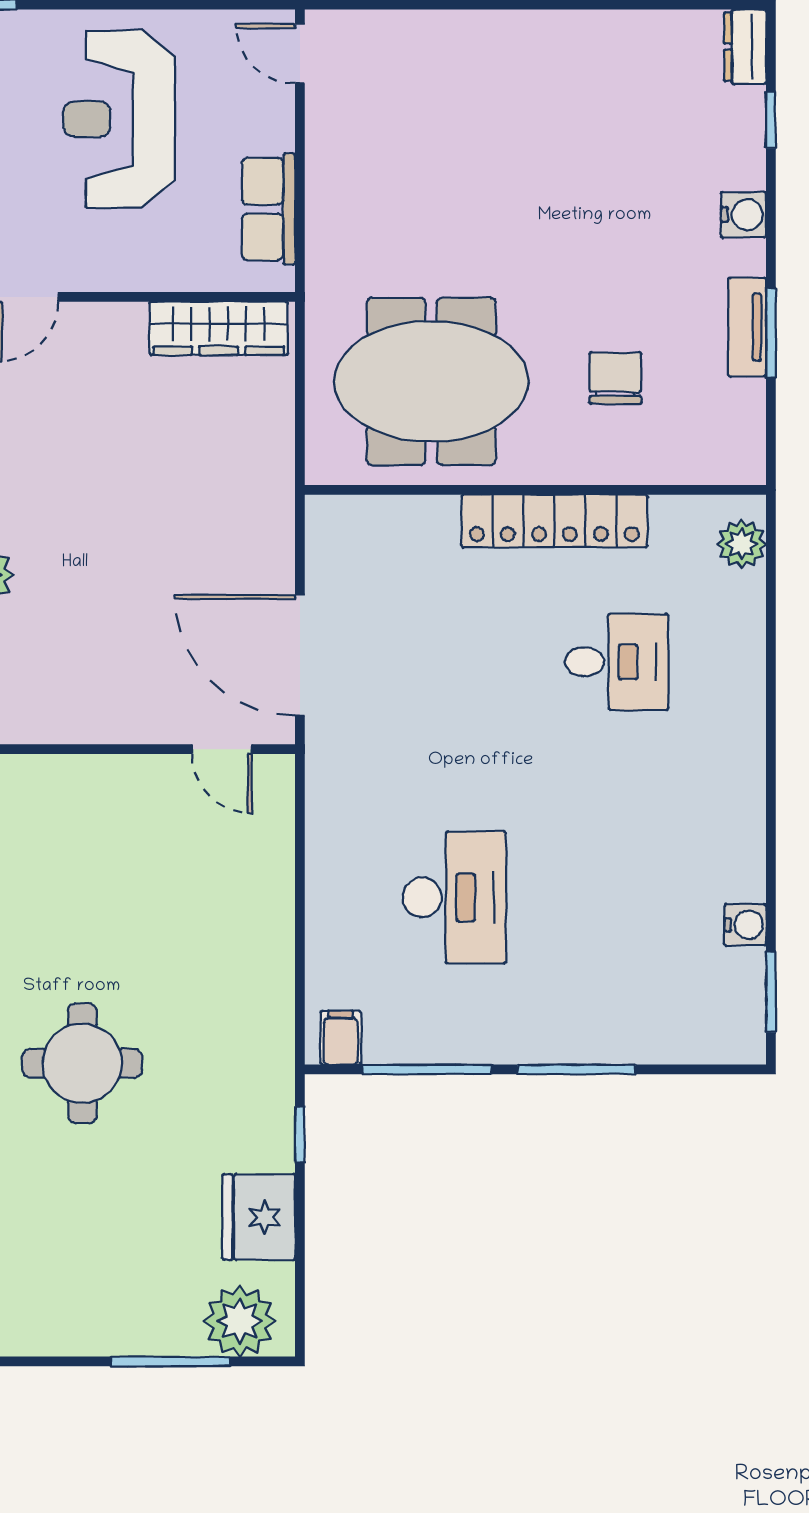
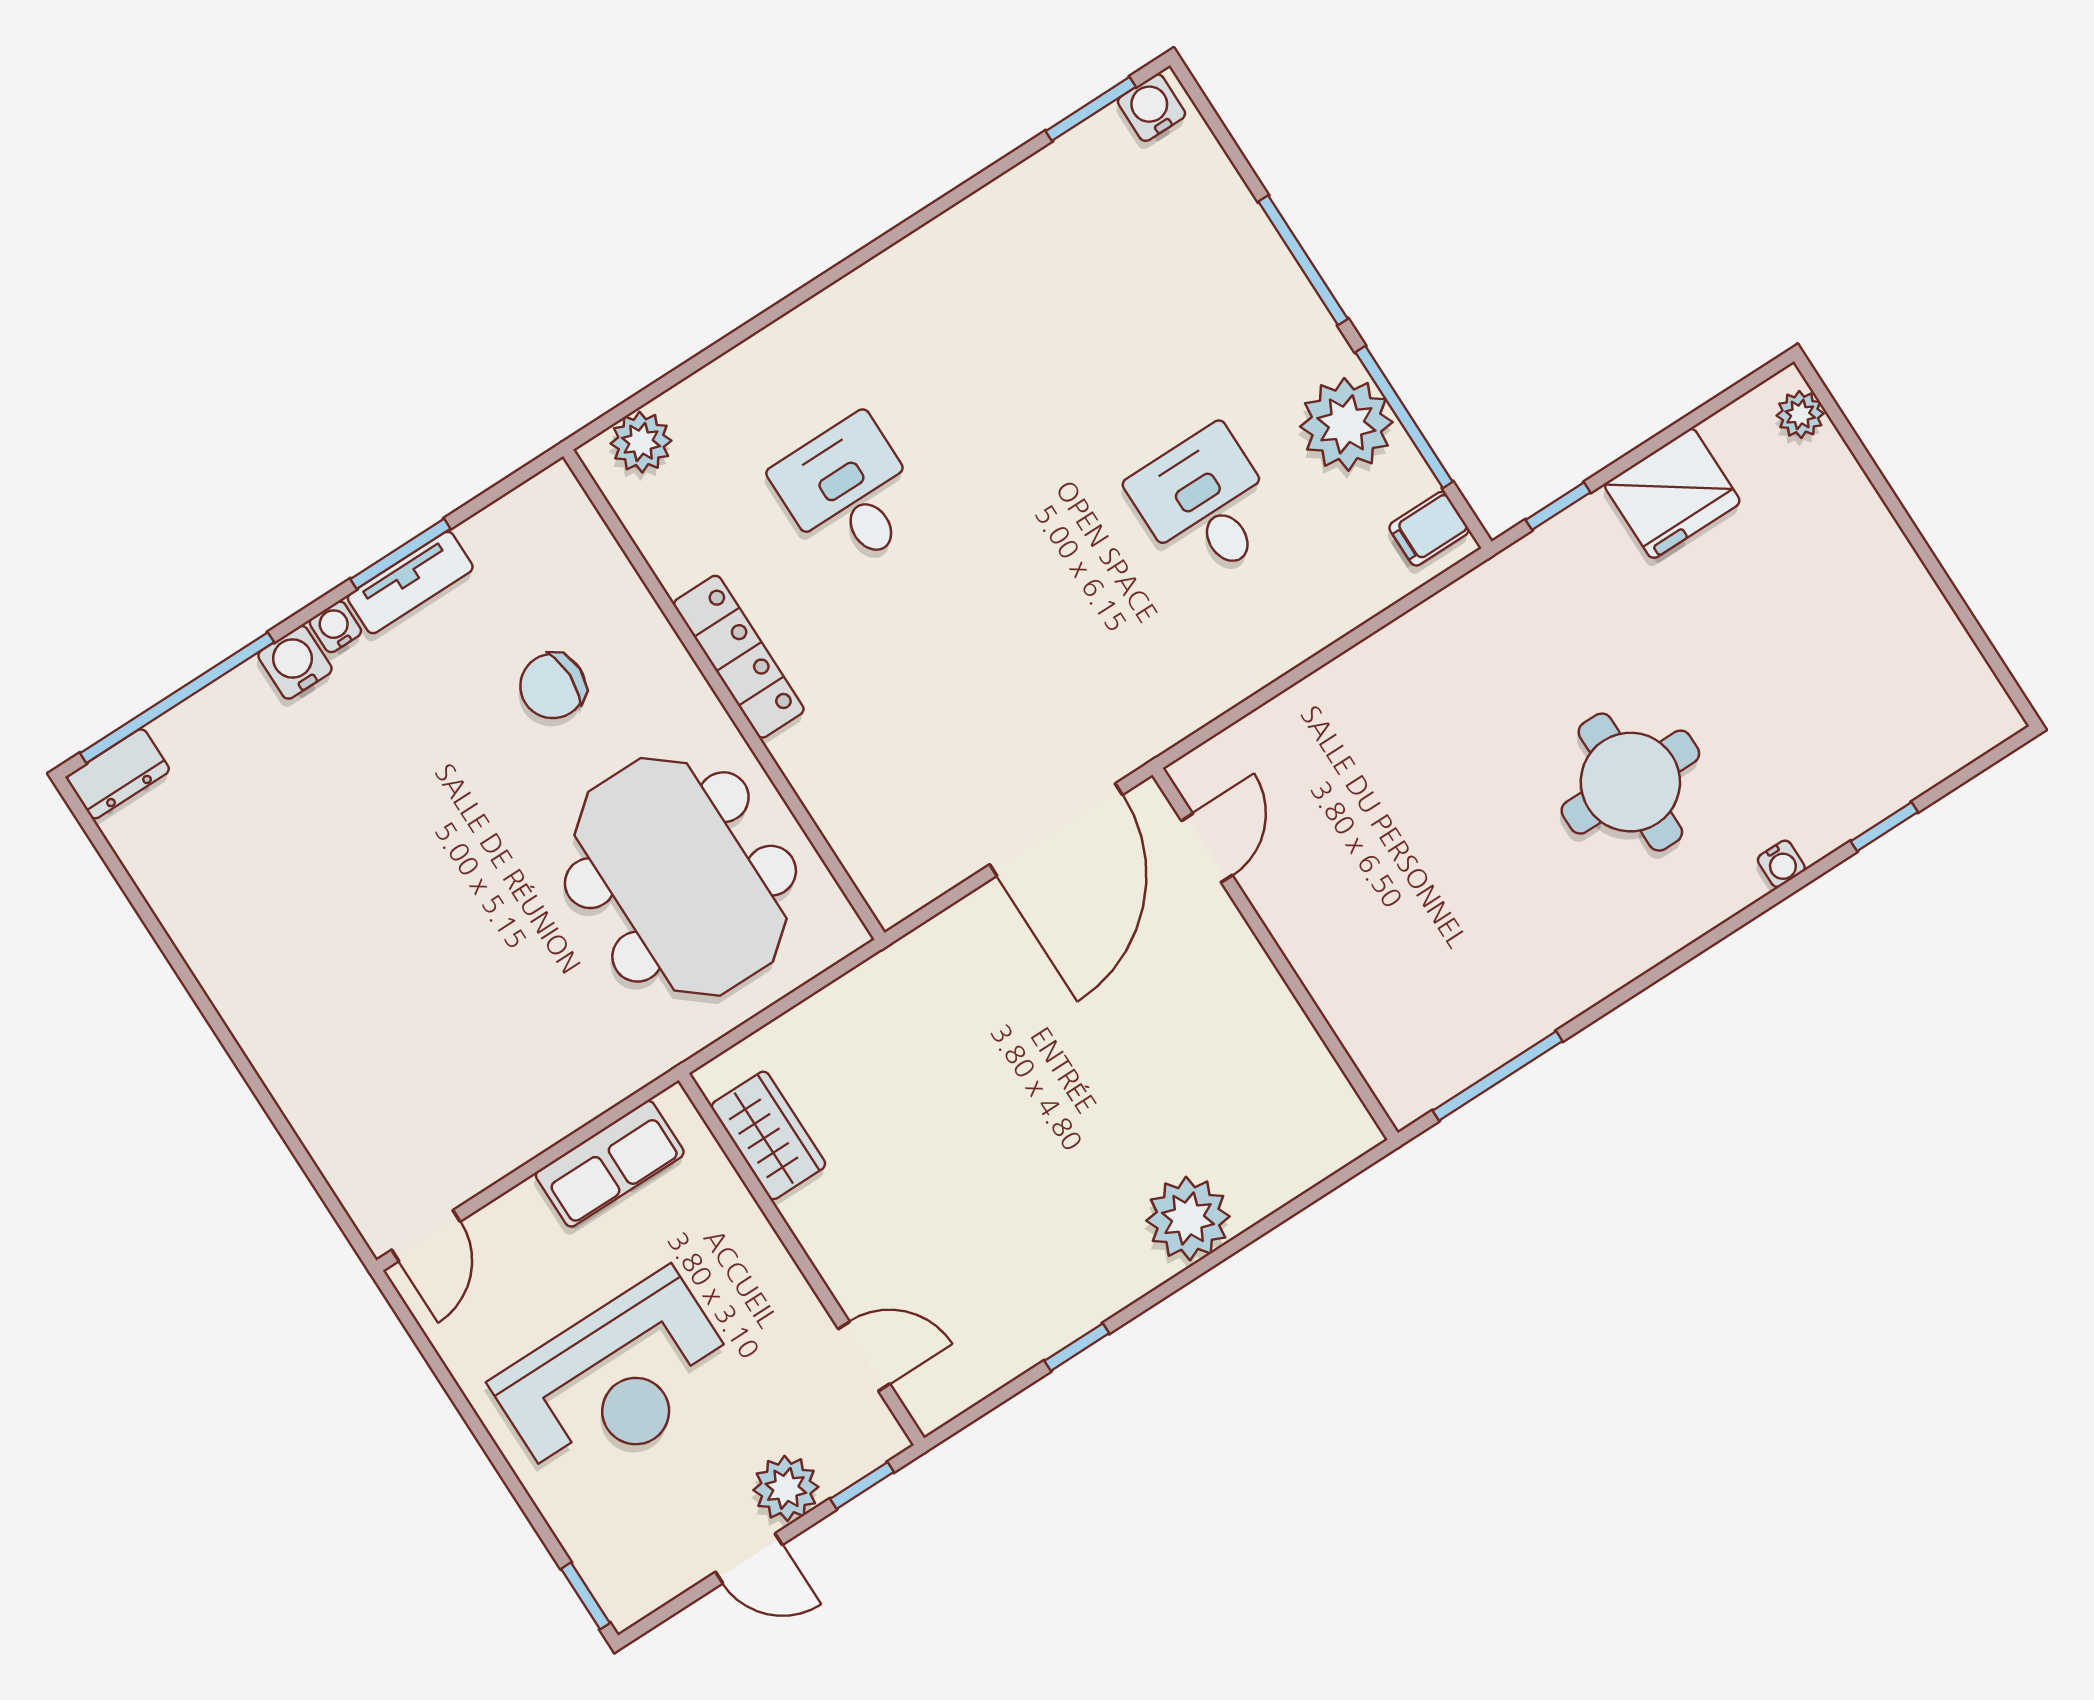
window: (771, 120) -> (177, 698), width x3.17
water cooler: (750, 257) -> (335, 627), added
wardrobe: (219, 328) -> (768, 1135), width x0.67
locker: (554, 521) -> (739, 657), width x0.71, depth x0.83
desk: (454, 897) -> (1206, 504), width x0.73
water cooler: (745, 925) -> (1152, 108), moved
plant: (447, 1027) -> (1346, 424), added
plant: (240, 1321) -> (1800, 415), width x0.53, depth x0.53
window: (171, 1361) -> (1883, 488), removed

